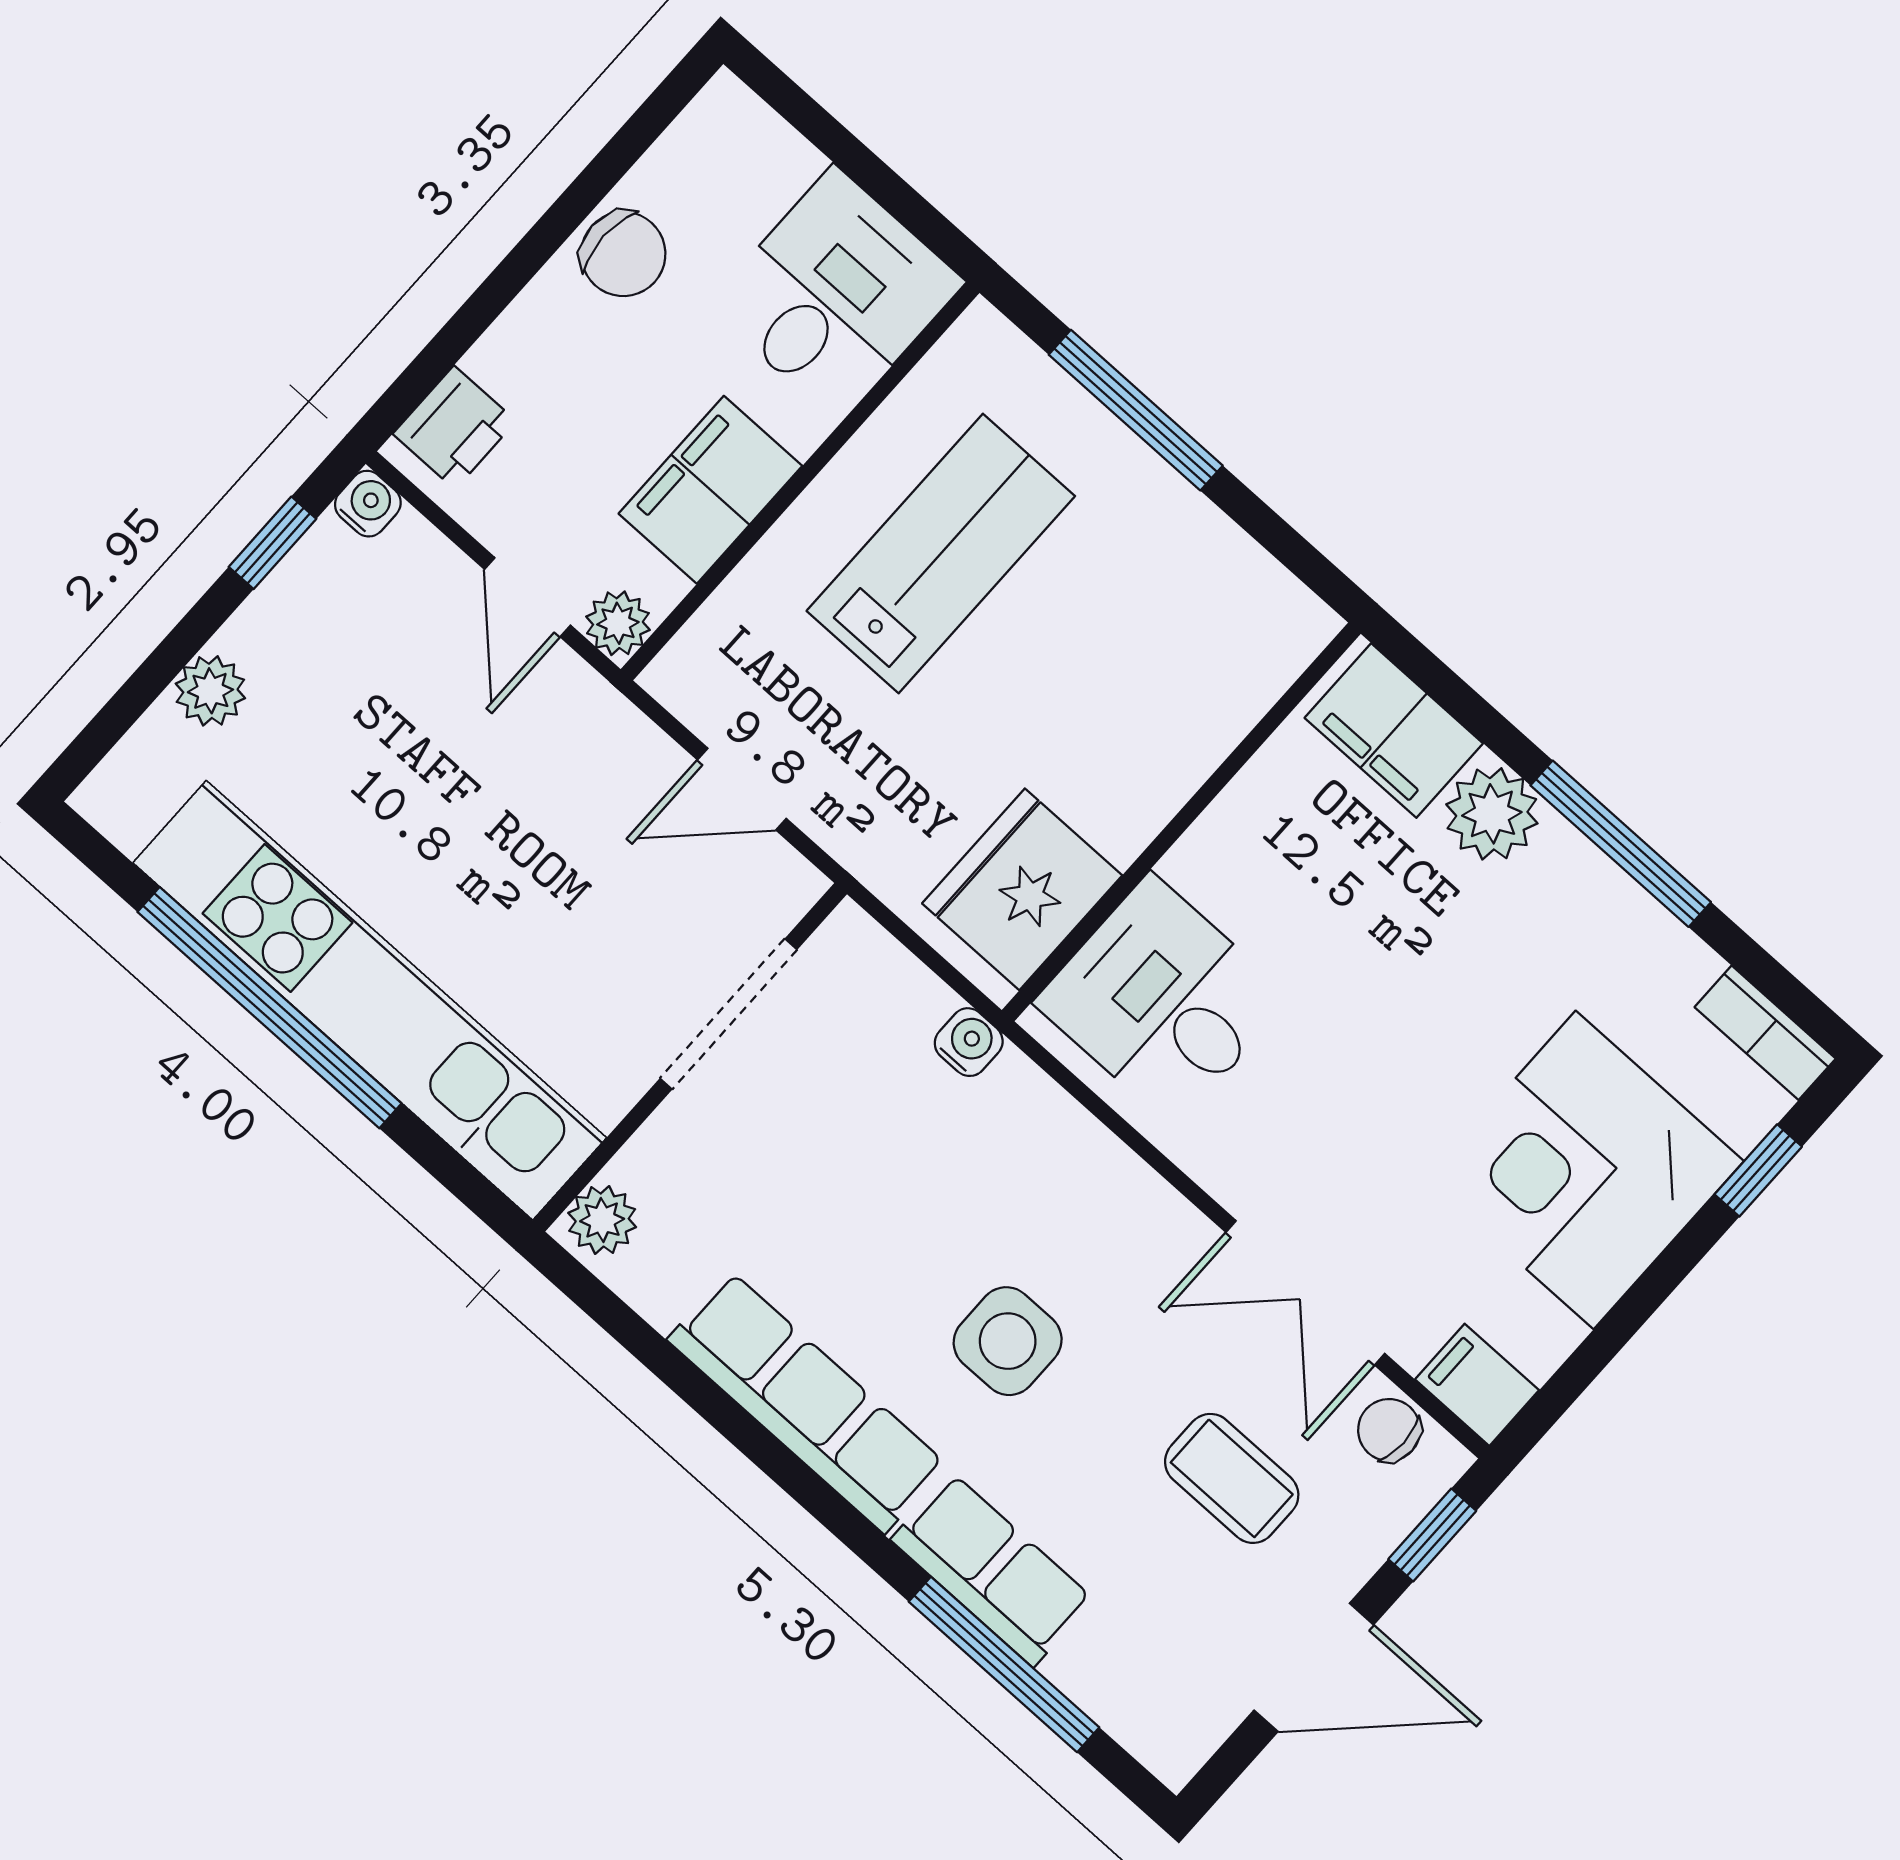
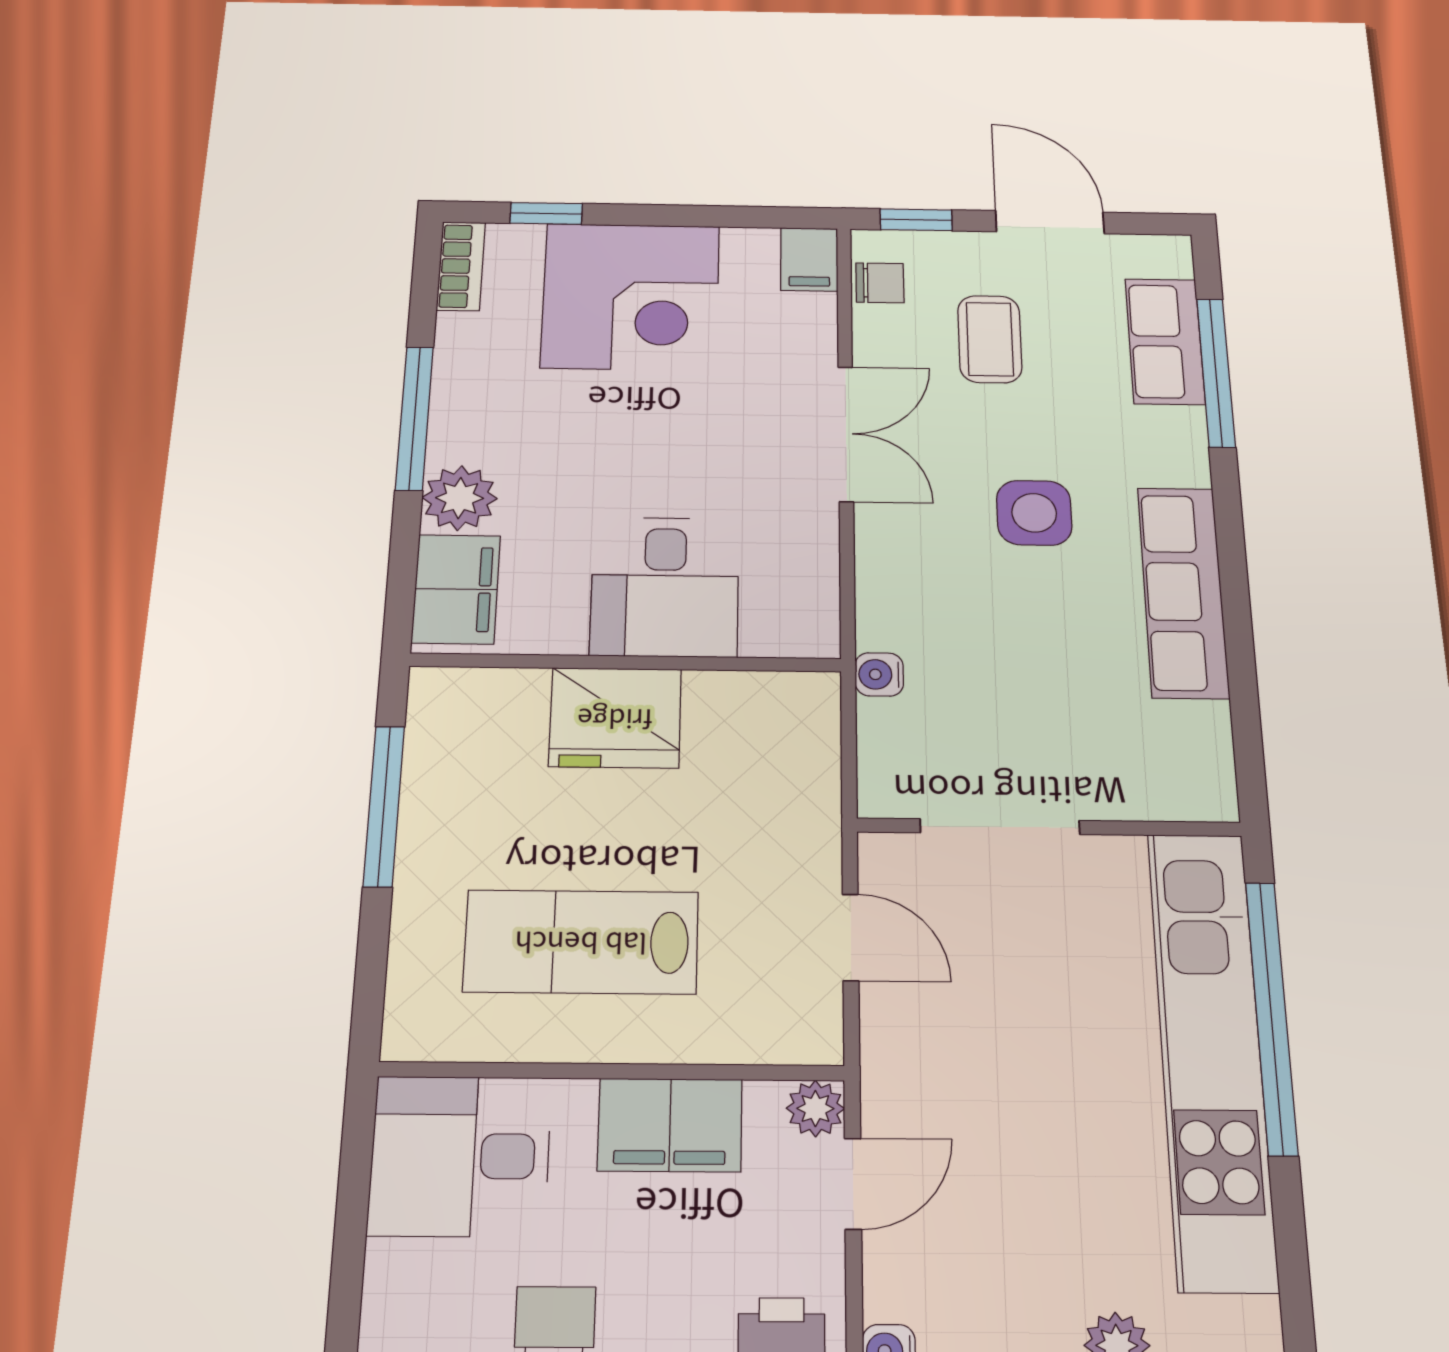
window: (1136, 410) -> (384, 806), moved
fridge: (1022, 889) -> (615, 718), moved
desk: (1162, 1000) -> (665, 587), moved
window: (270, 1008) -> (1271, 1016), moved
plant: (602, 1220) -> (1199, 795), removed
double door: (1305, 1293) -> (846, 434), moved
chair: (1389, 1430) -> (880, 283), turned -90
row of seats: (992, 1570) -> (1165, 341), moved

